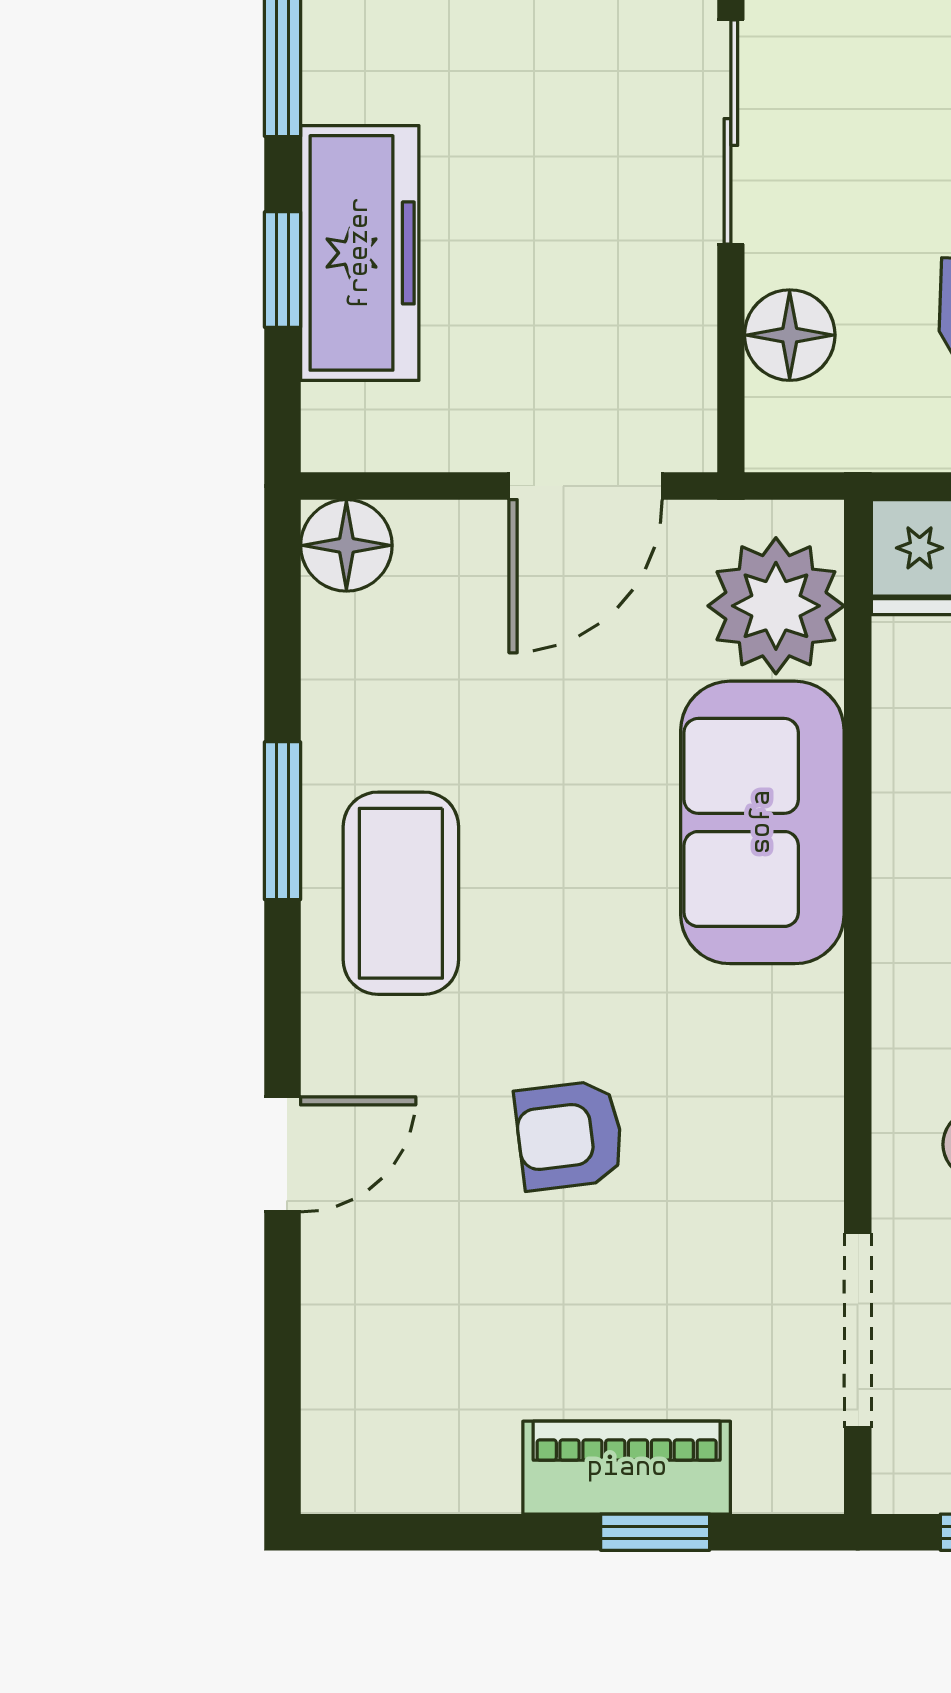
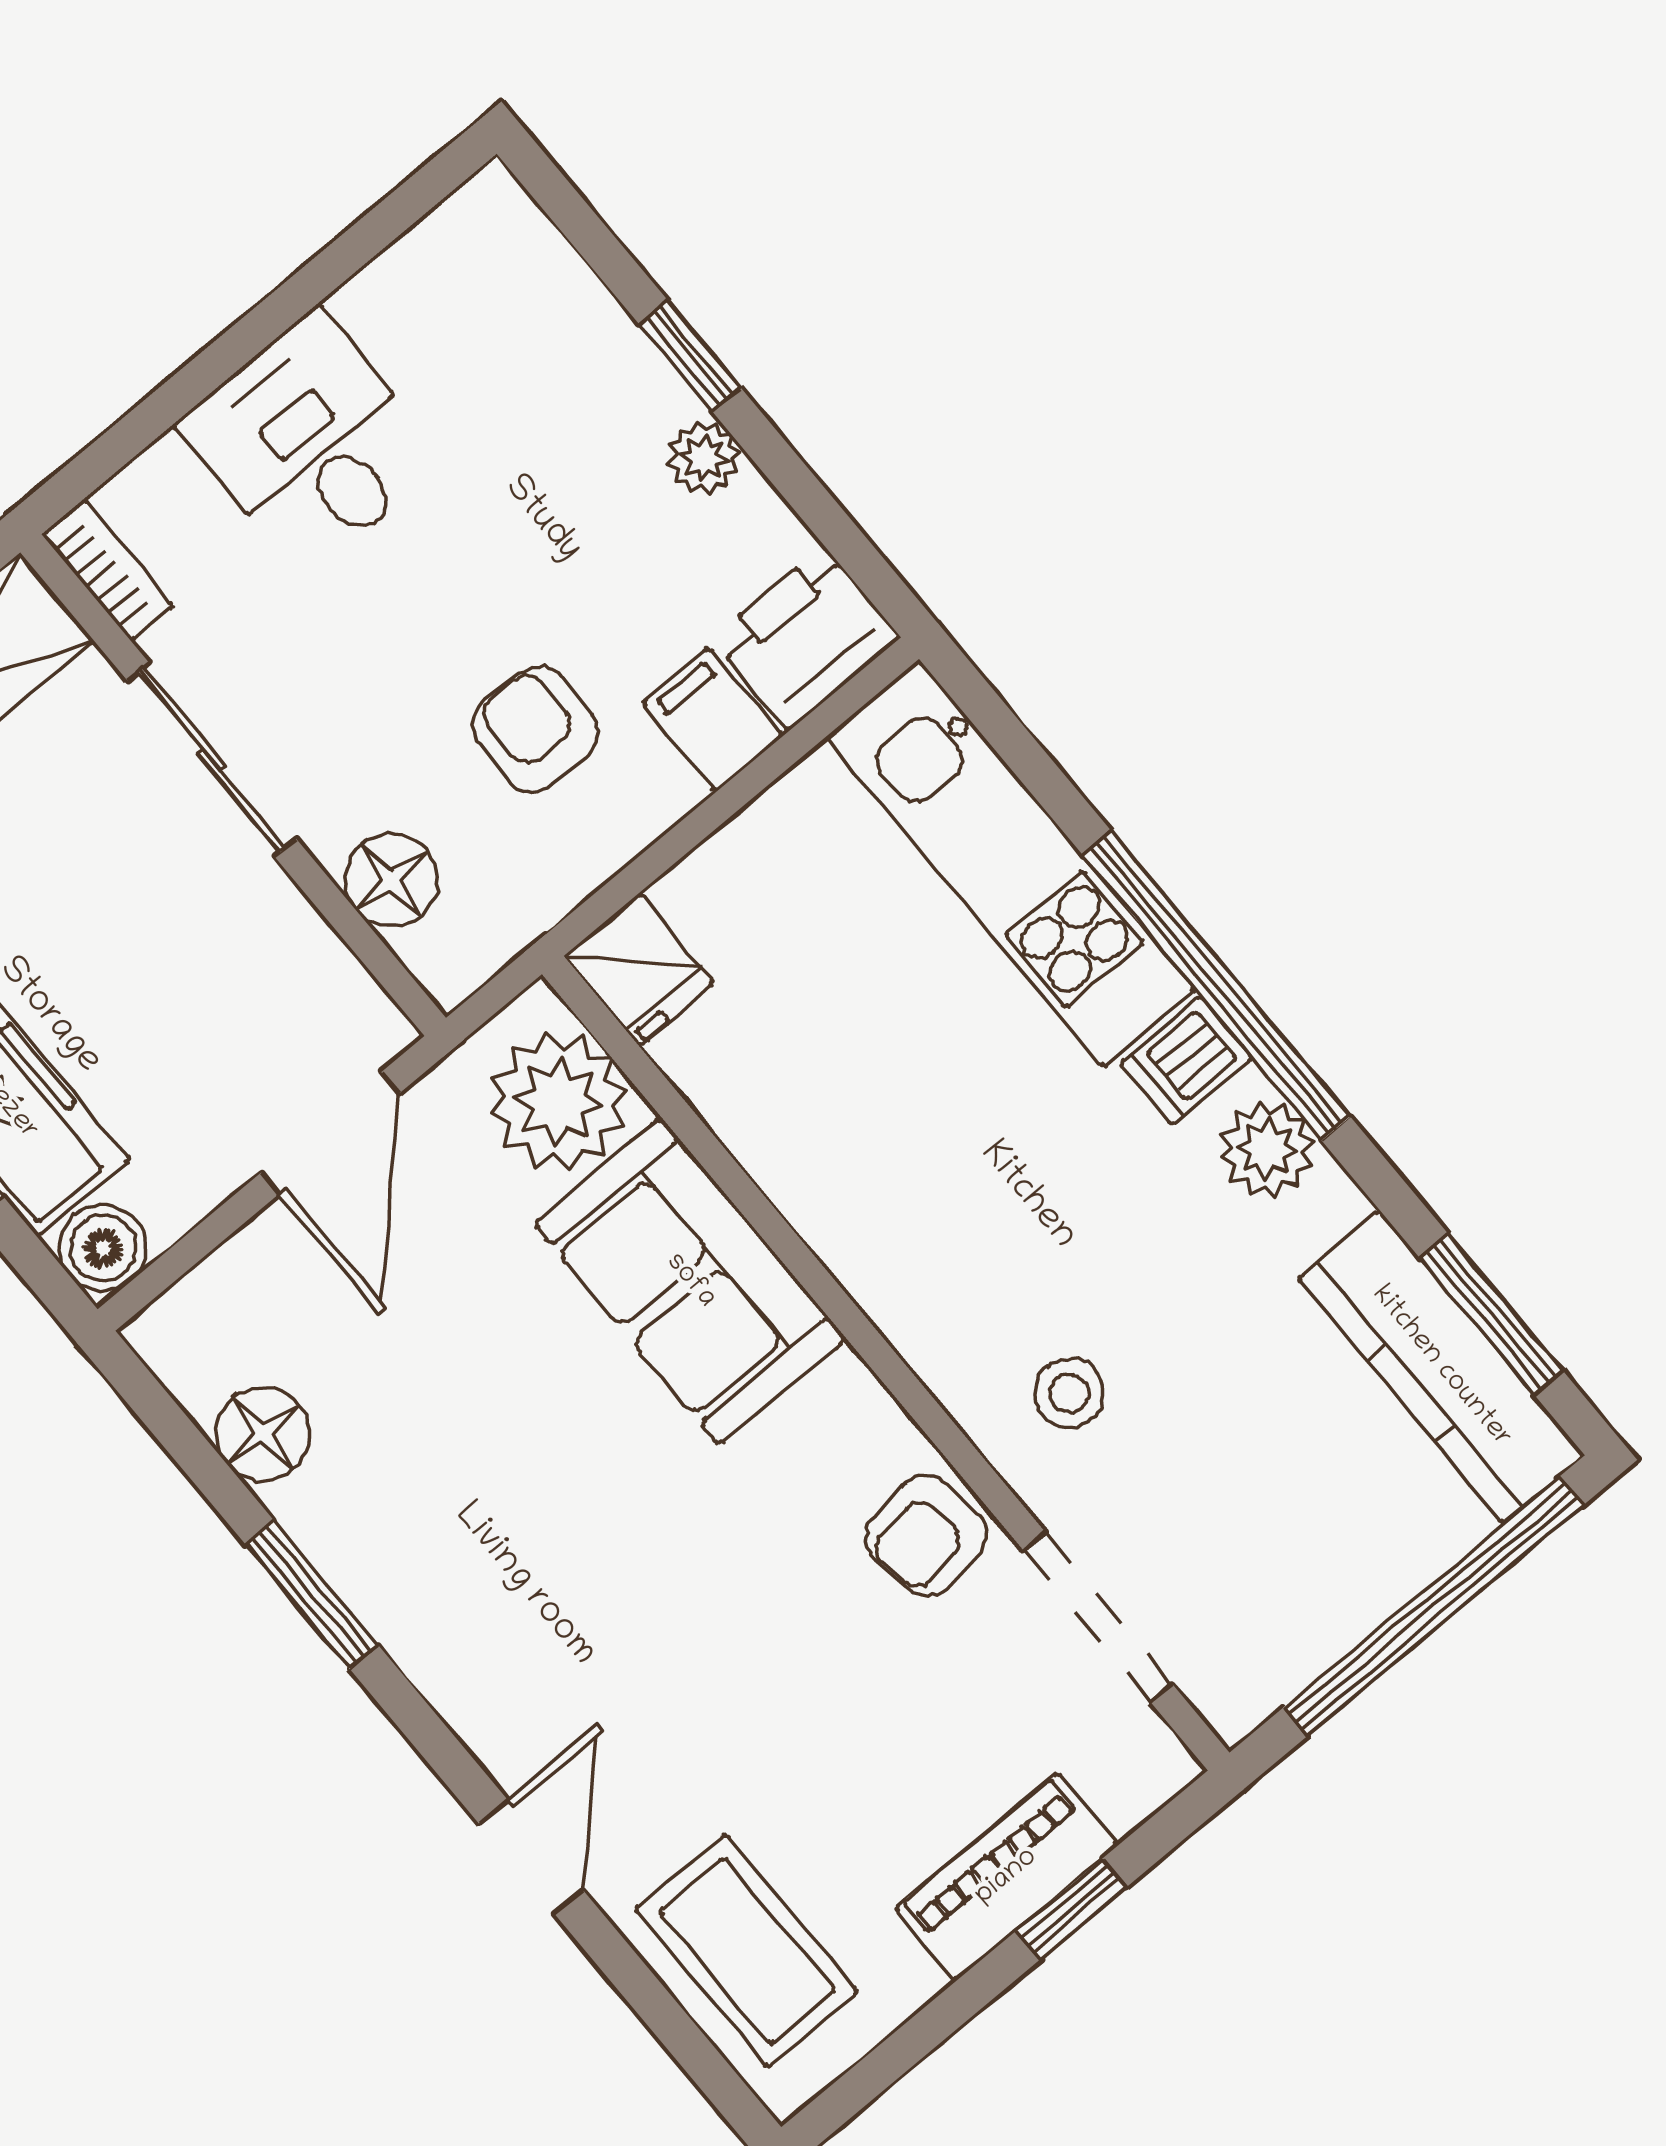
boiler: (343, 430) -> (103, 1248), added
floor lamp: (346, 545) -> (263, 1434), moved
coffee table: (401, 893) -> (747, 1951), moved
armchair: (569, 1135) -> (926, 1536), moved

